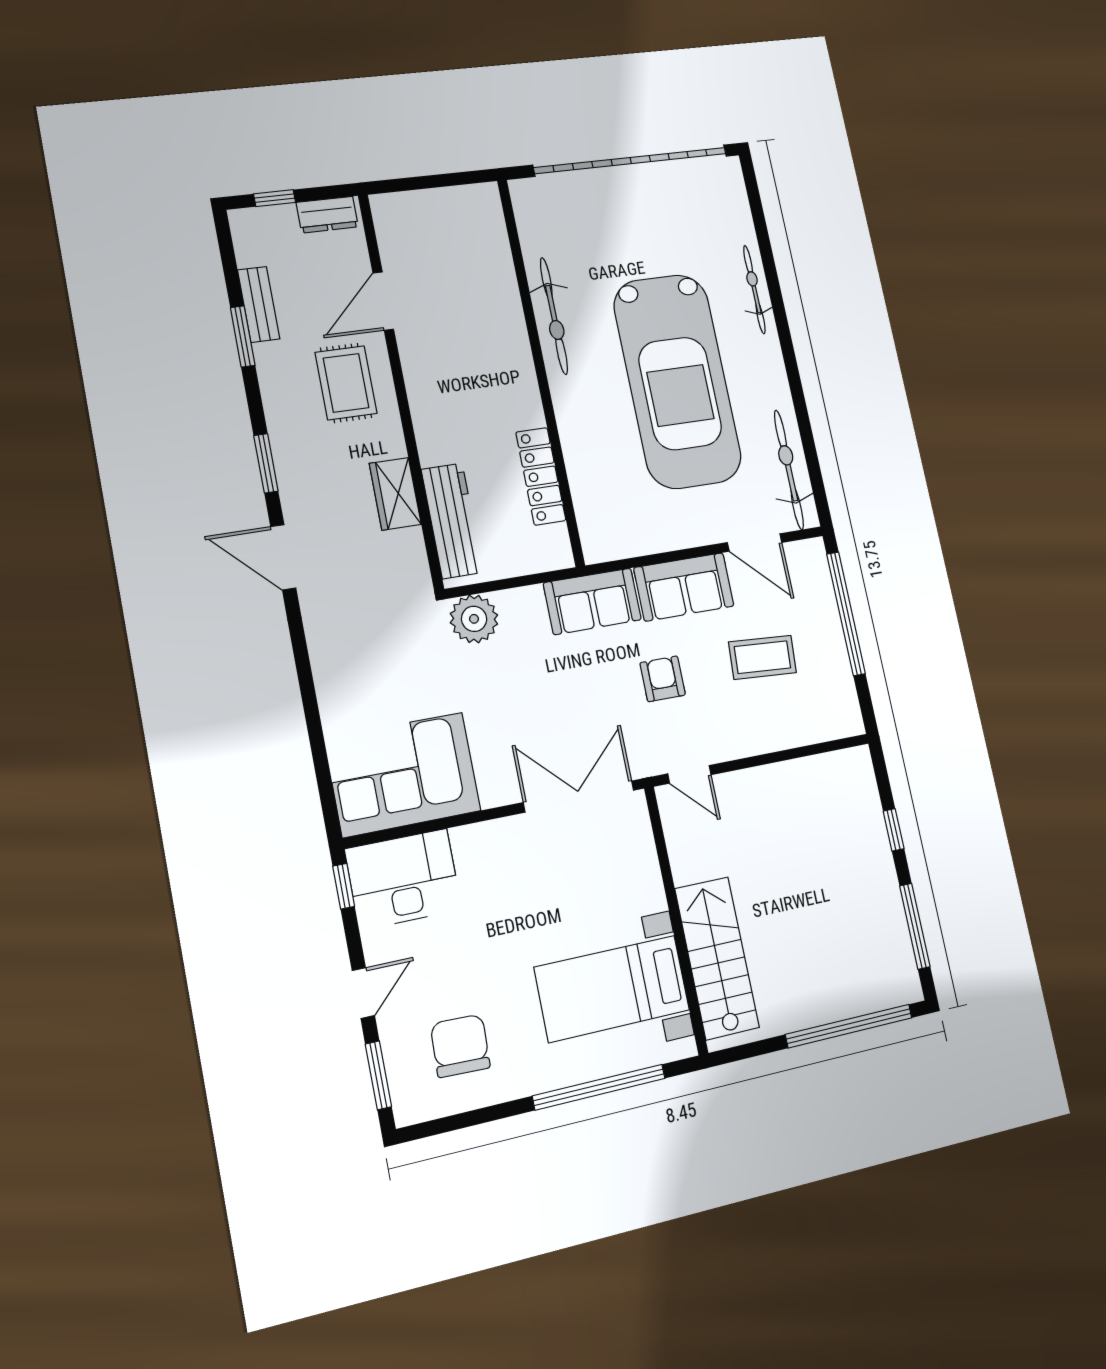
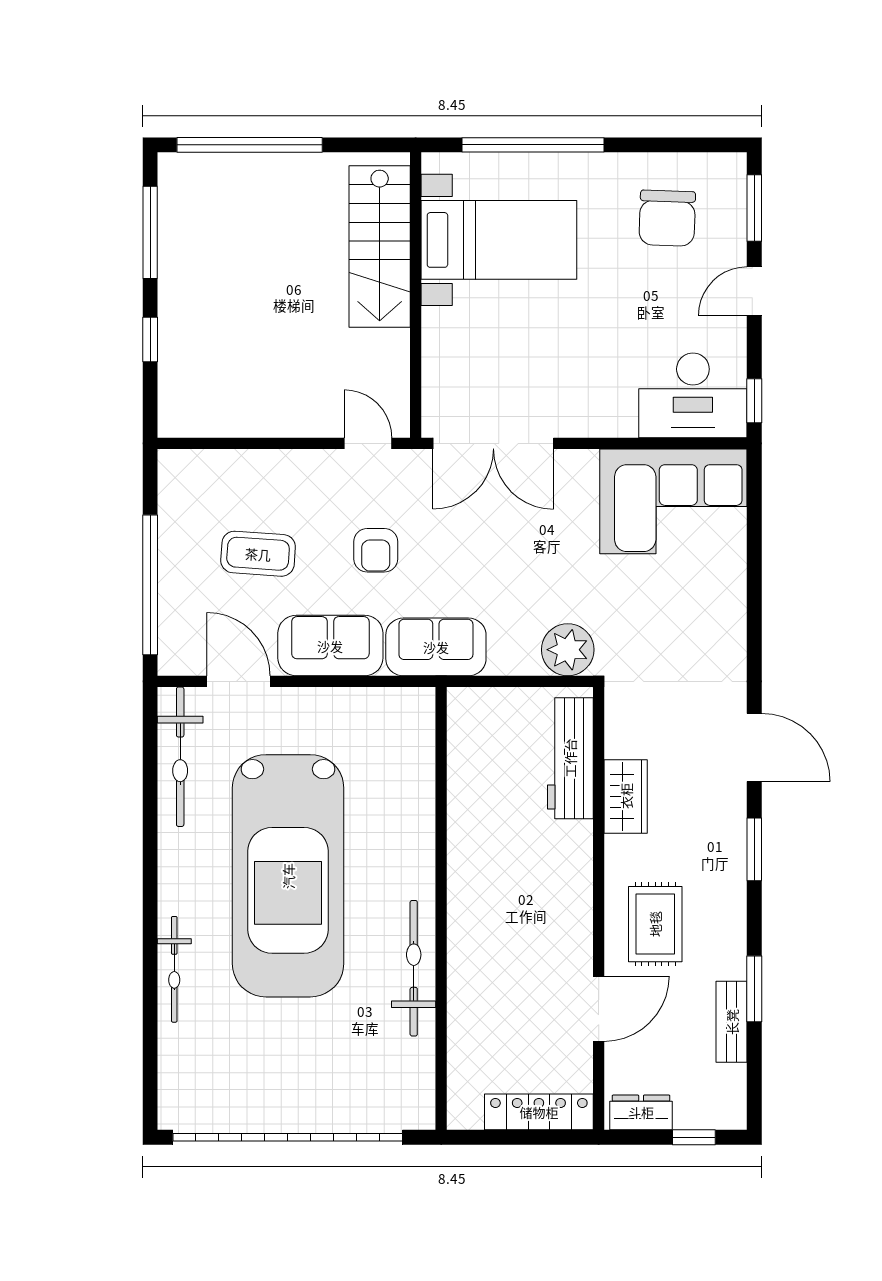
car: (677, 381) -> (288, 876), turned 180
locker: (541, 476) -> (539, 1112), moved, turned -90

